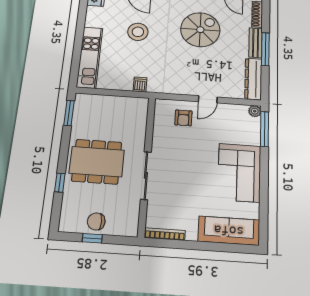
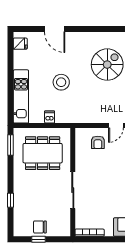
stool: (138, 32) -> (61, 82), moved
dishwasher: (140, 85) -> (50, 117), moved
dining table: (97, 162) -> (43, 153), moved

